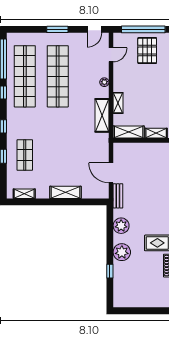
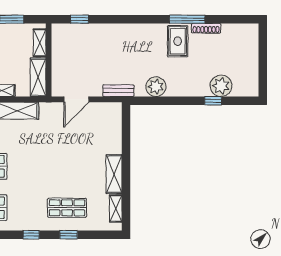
door: (111, 173) -> (76, 99), moved
shelving: (65, 192) -> (114, 174), moved
plant: (122, 252) -> (221, 86), moved

